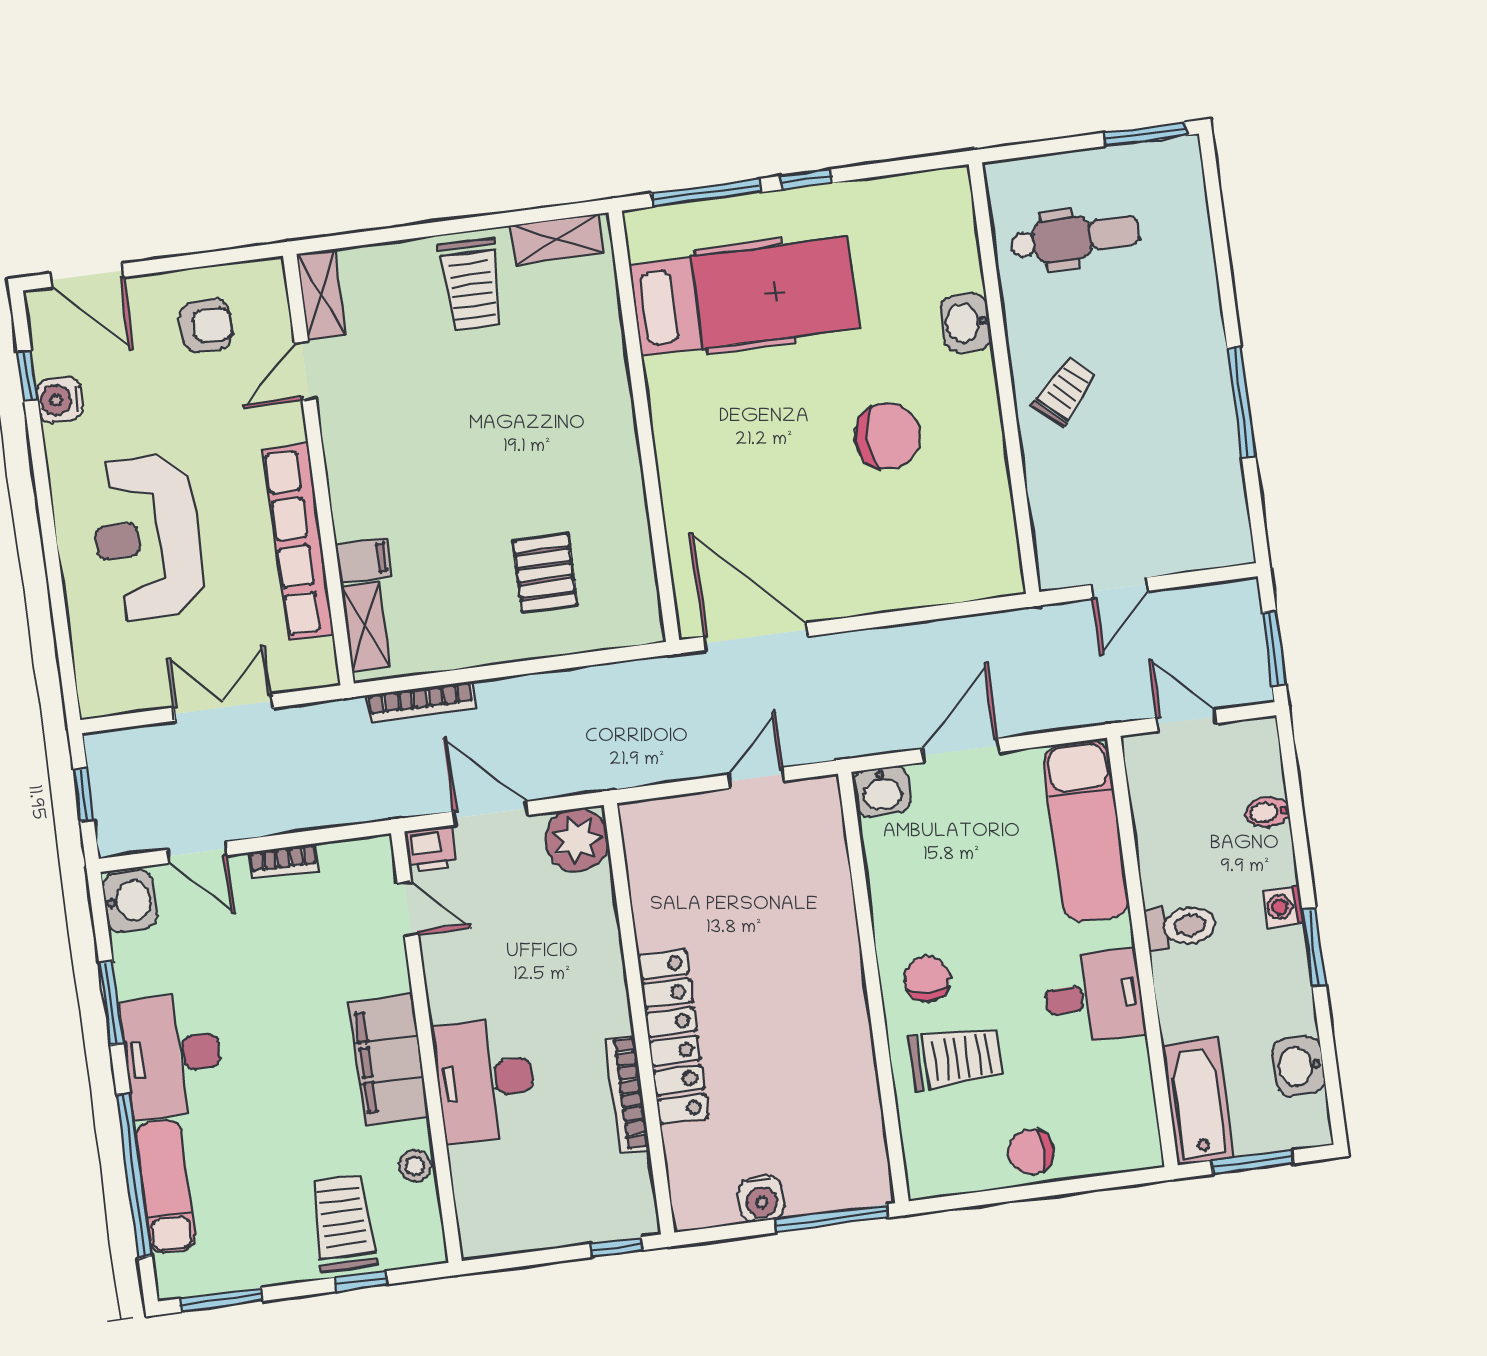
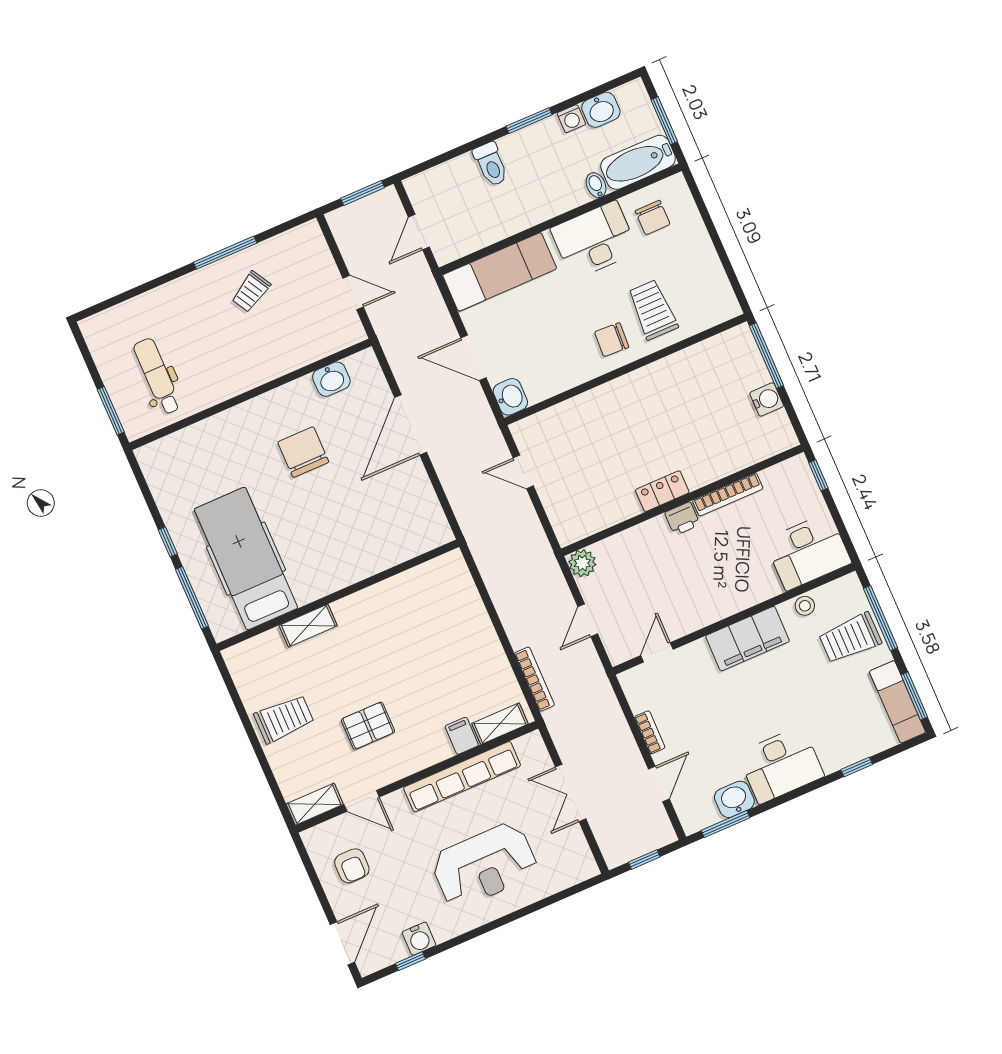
window: (1145, 134) -> (111, 411), moved
shelving: (557, 239) -> (308, 626), moved, turned 90
washbasin: (966, 323) -> (331, 379), moved
armchair: (206, 326) -> (352, 866), turned 180
trolley: (1065, 391) -> (251, 292), moved, turned -72
pallet: (545, 573) -> (368, 726), moved
door: (756, 637) -> (411, 425), moved
bidet: (1267, 812) -> (596, 185), moved, turned 180
door: (490, 813) -> (588, 620), width x0.73
plant: (577, 840) -> (582, 563), width x0.73, depth x0.73
printer: (430, 849) -> (682, 519), moved, turned 90
washbasin: (130, 901) -> (734, 799), moved
washing machine: (1283, 907) -> (571, 119), moved
toilet: (1181, 927) -> (491, 164), moved, turned 180
desk: (1094, 996) -> (594, 240), width x1.37
window: (111, 1003) -> (726, 824), moved
locker: (673, 1037) -> (662, 491), width x0.46, depth x0.83
desk: (485, 1080) -> (808, 551), moved
chair: (1031, 1152) -> (653, 218), moved
window: (134, 1175) -> (857, 767), width x0.32
exam couch: (166, 1186) -> (897, 702), moved, turned -90
window: (361, 1281) -> (880, 618), width x2.17

